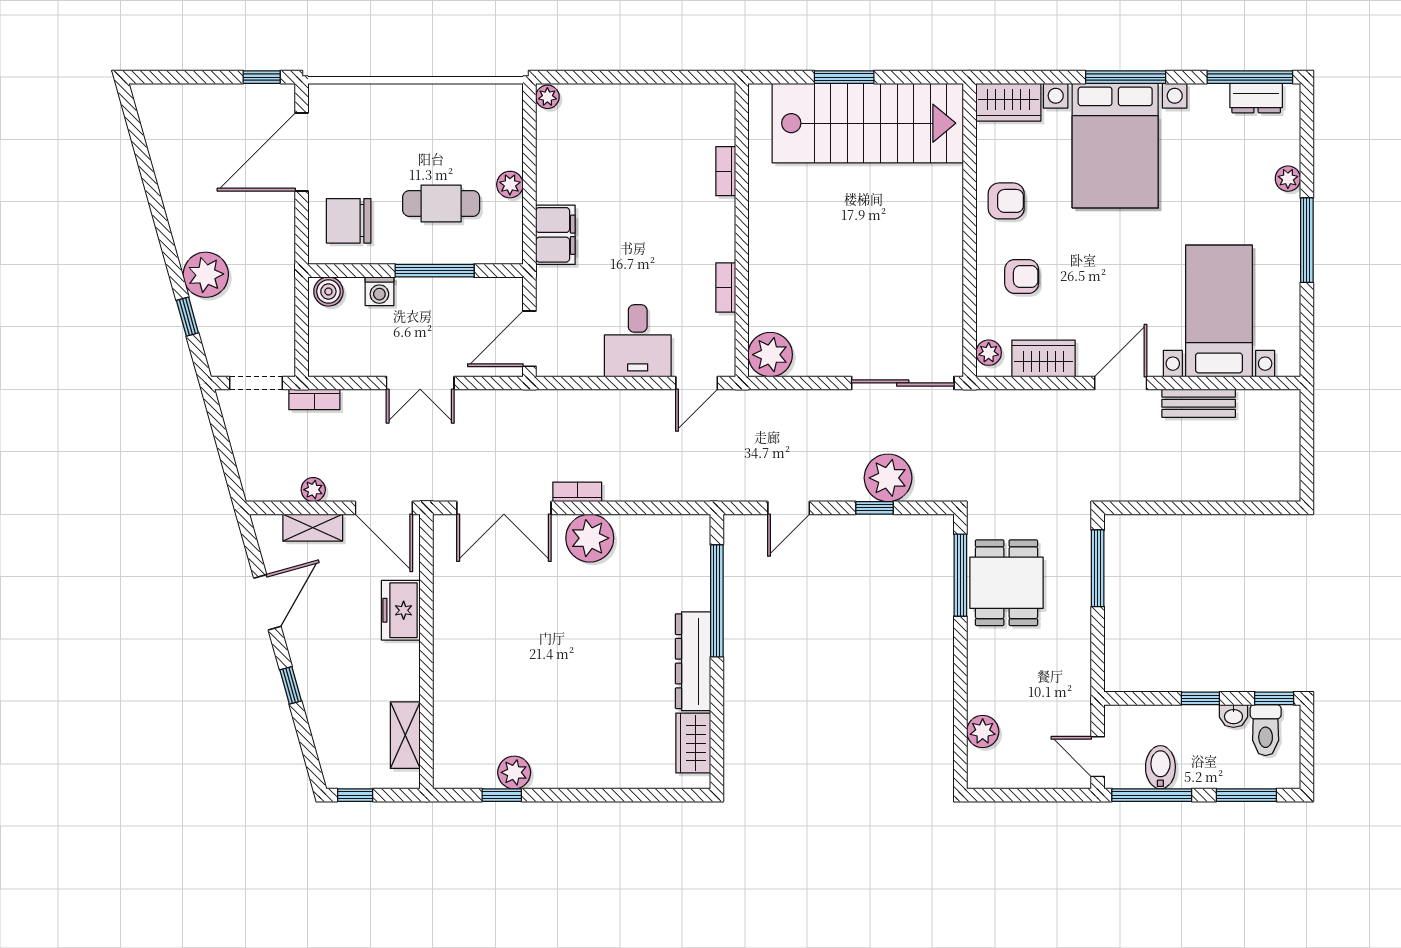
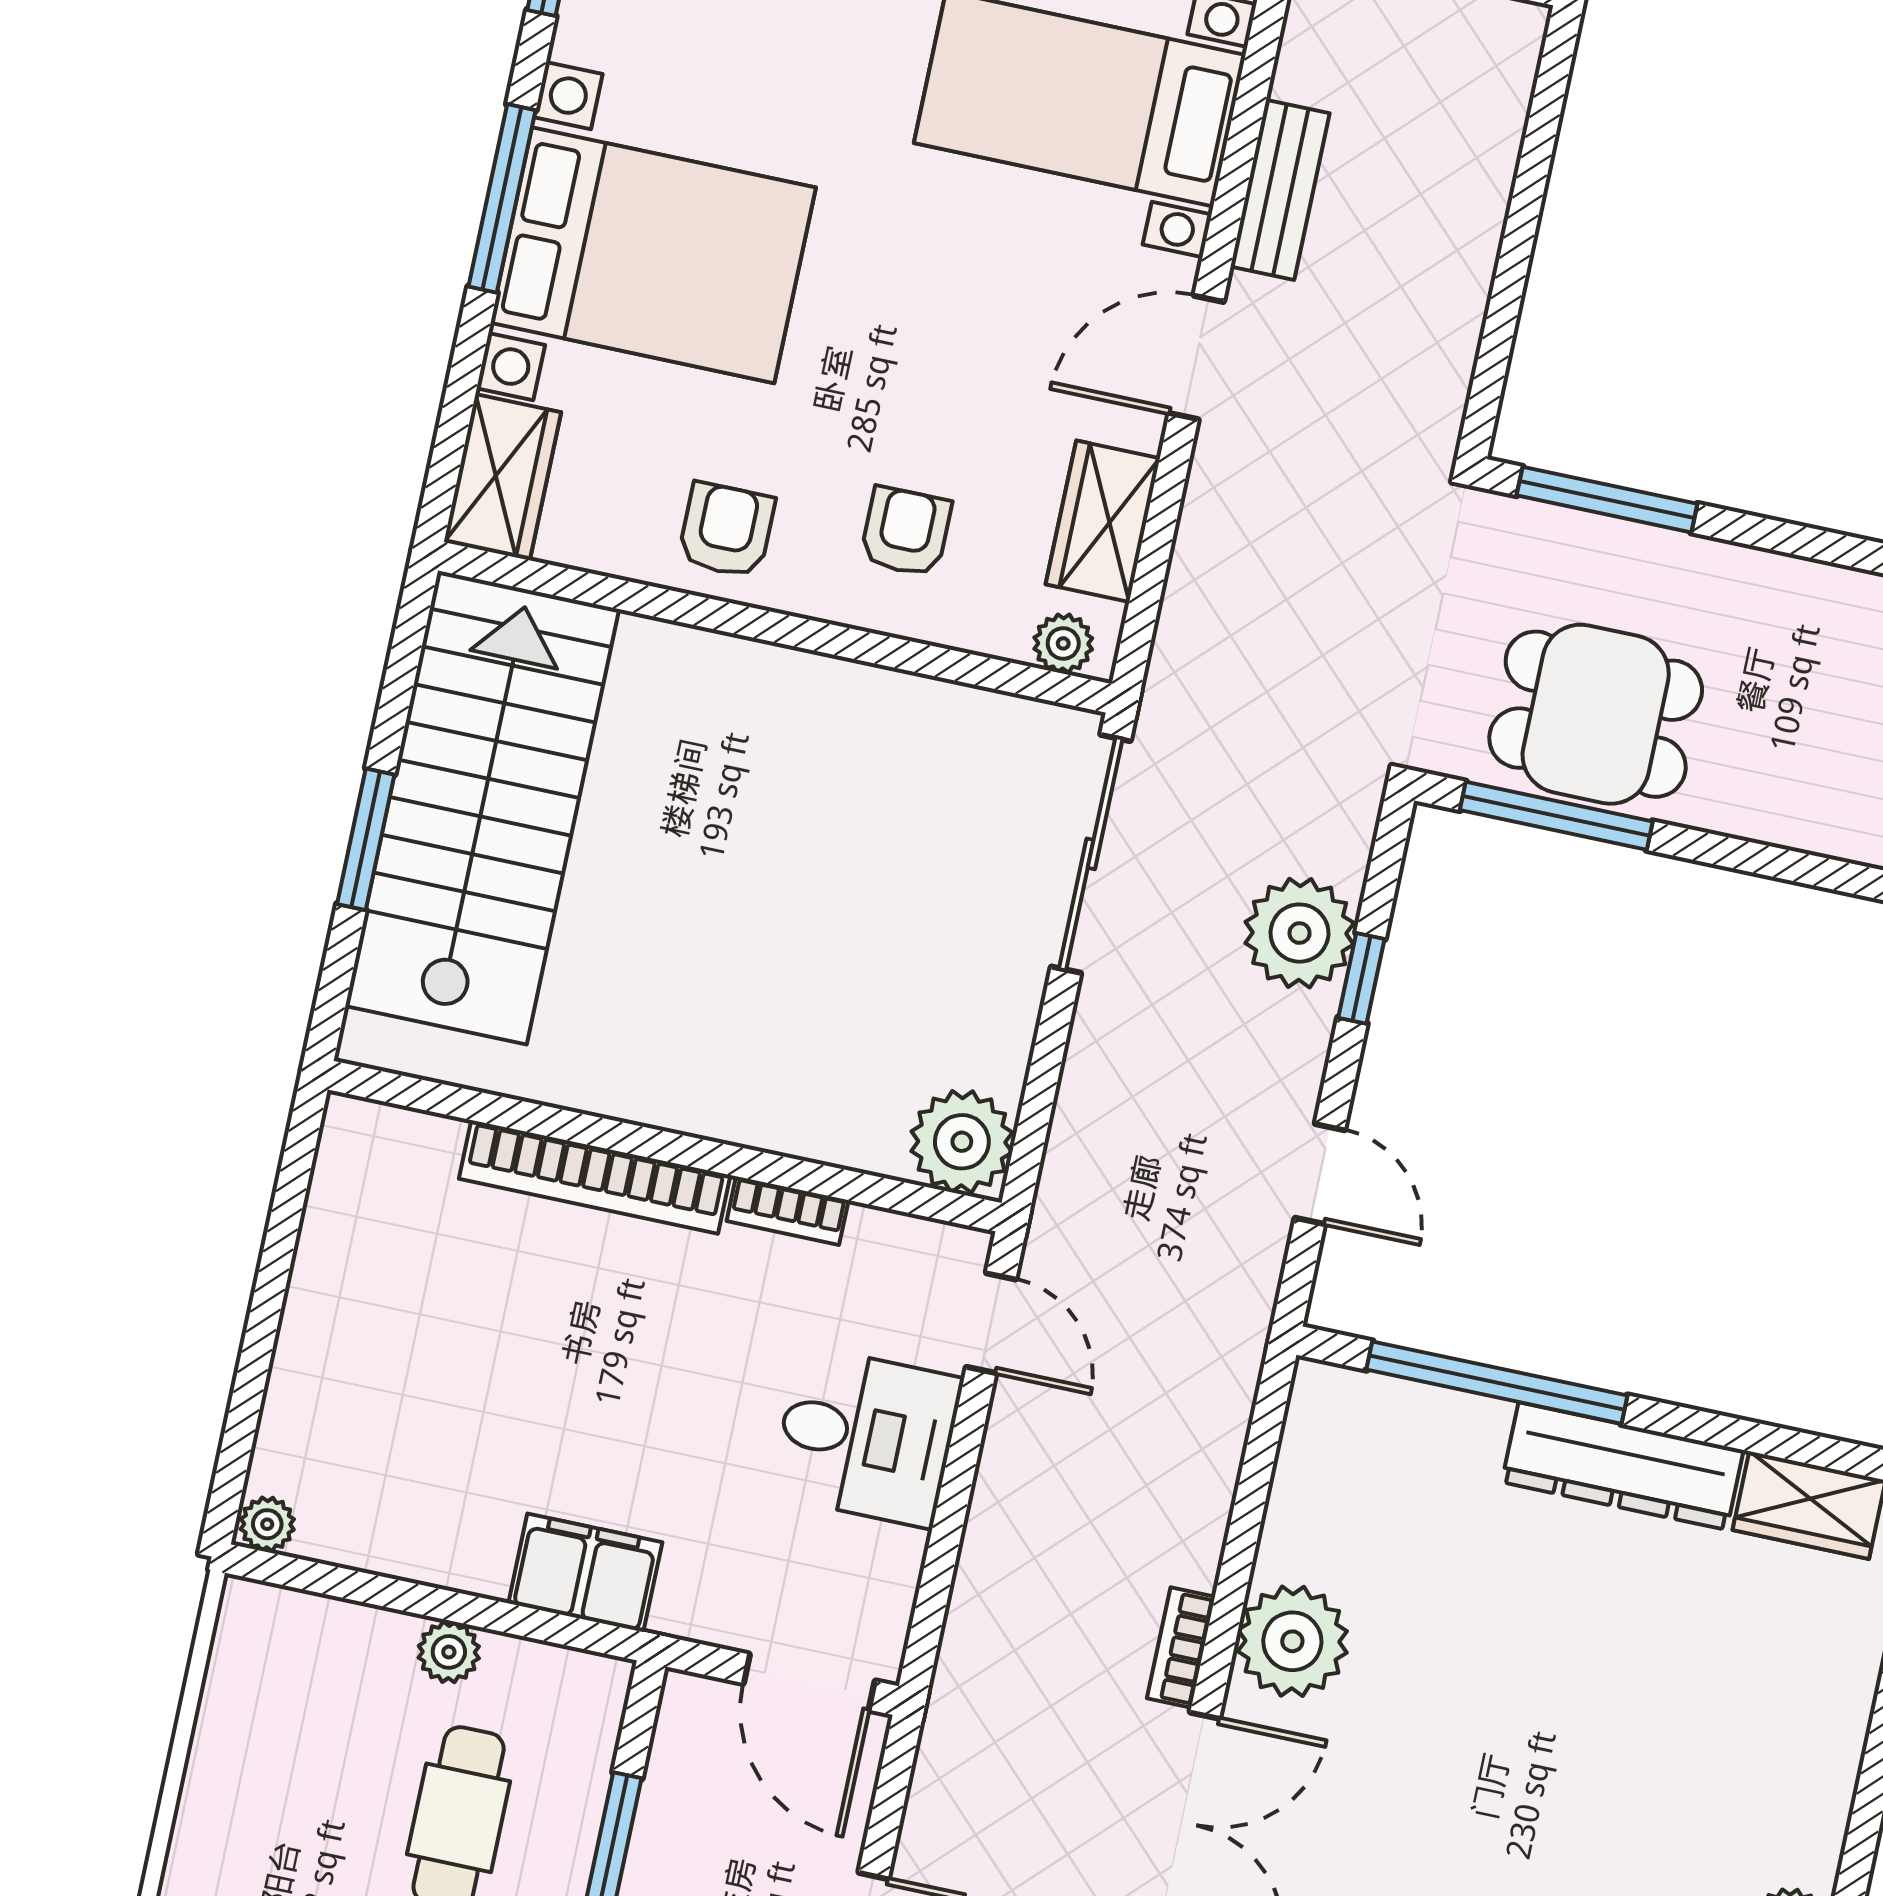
bookcase: (726, 171) -> (595, 1177), width x2.31, depth x1.31
door: (1121, 383) -> (1196, 358), hinge flipped

